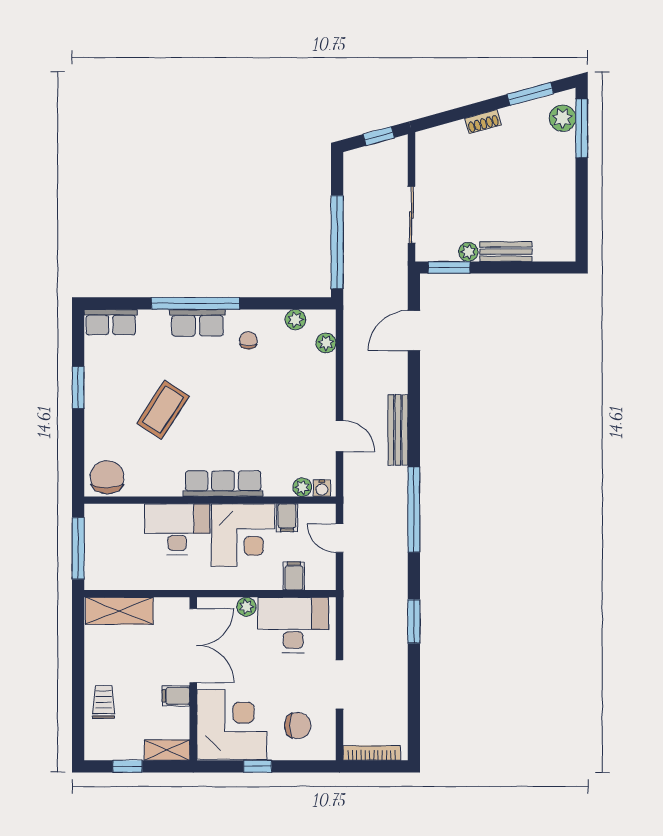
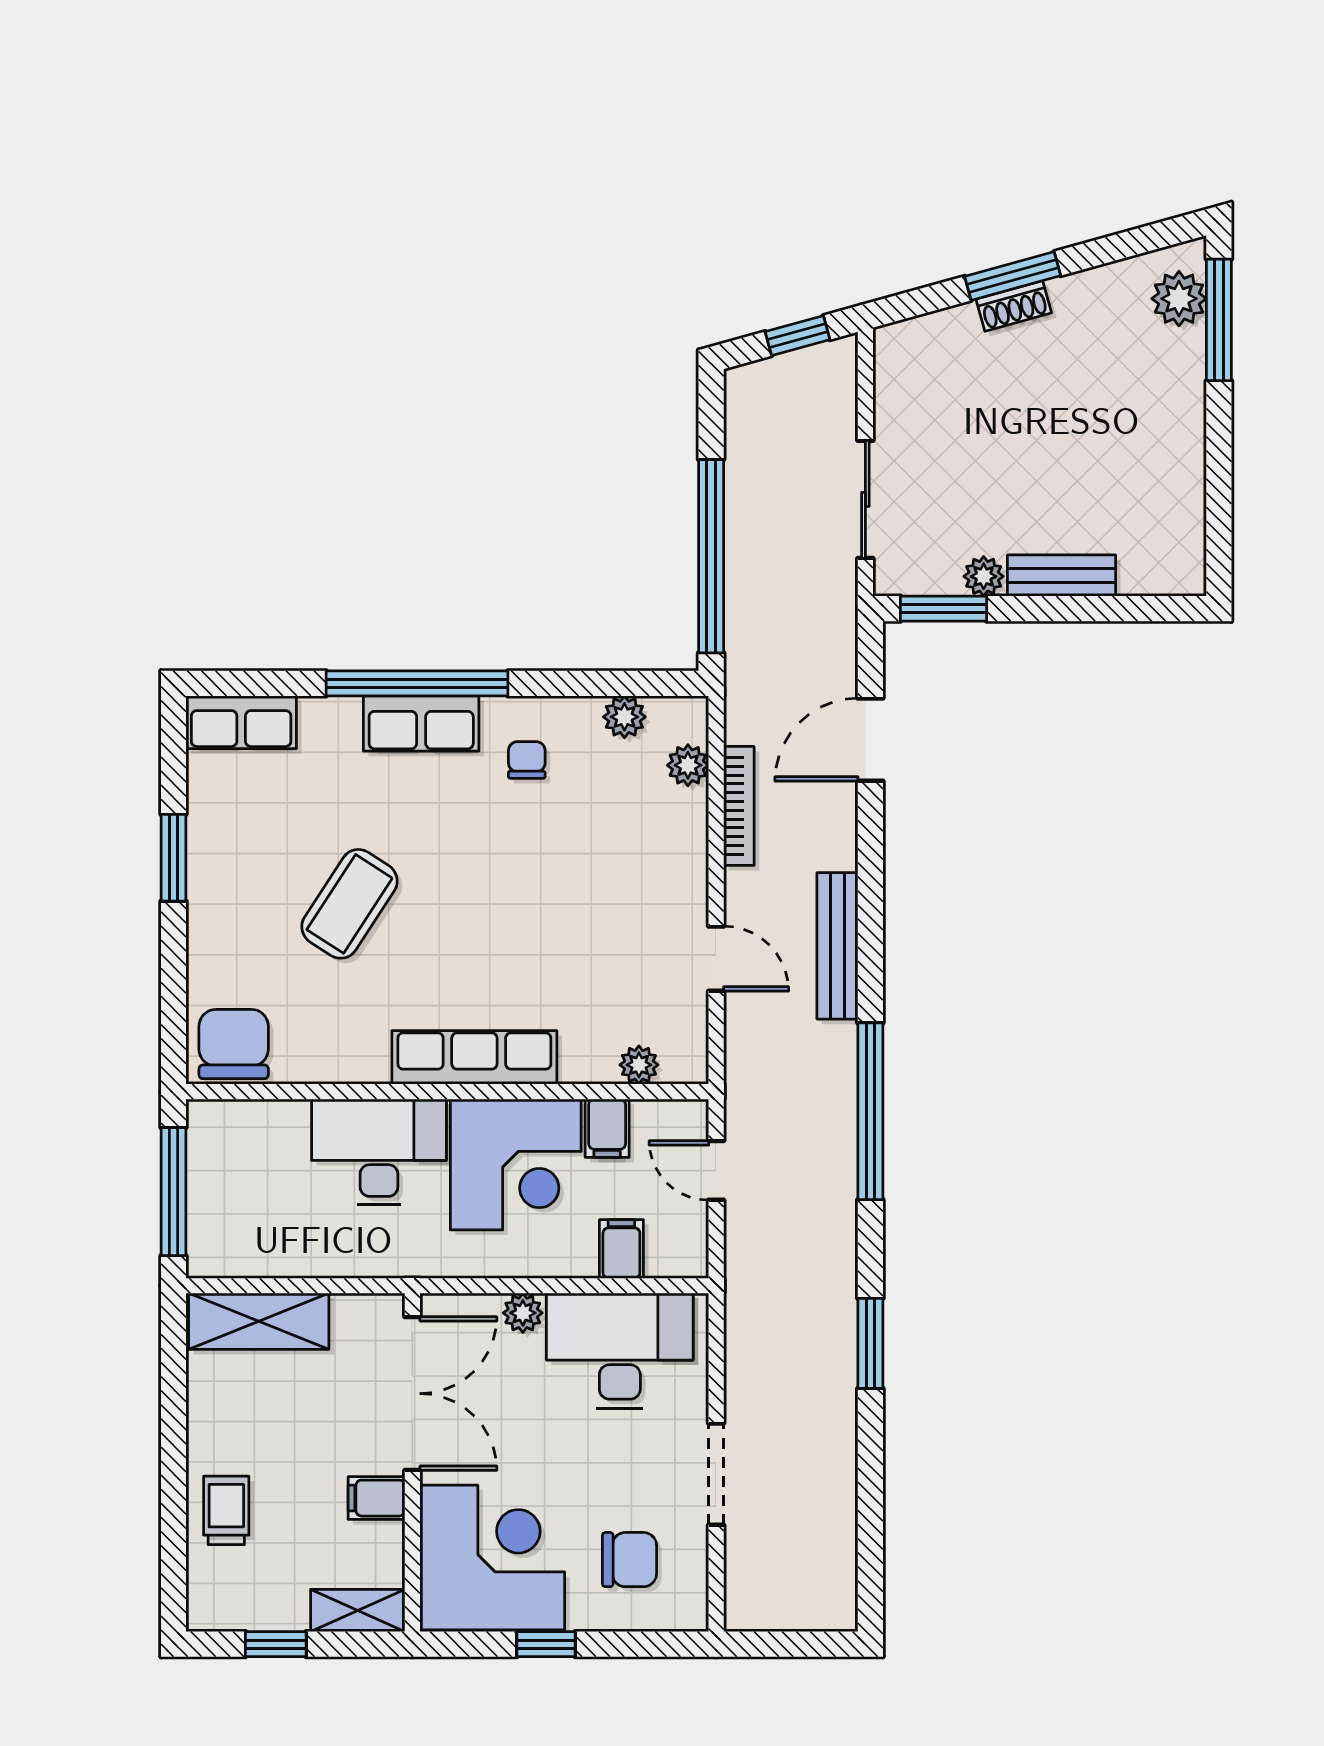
window: (530, 94) -> (1013, 276), moved
water cooler: (322, 488) -> (680, 1067), removed
bookcase: (372, 753) -> (739, 806), moved, turned 90

